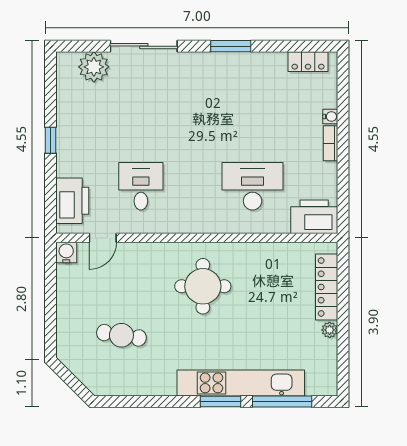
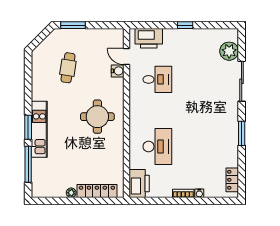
water cooler: (66, 253) -> (118, 71), moved
window: (50, 327) -> (73, 25), added
kitchen unit: (241, 383) -> (39, 129), width x0.73

